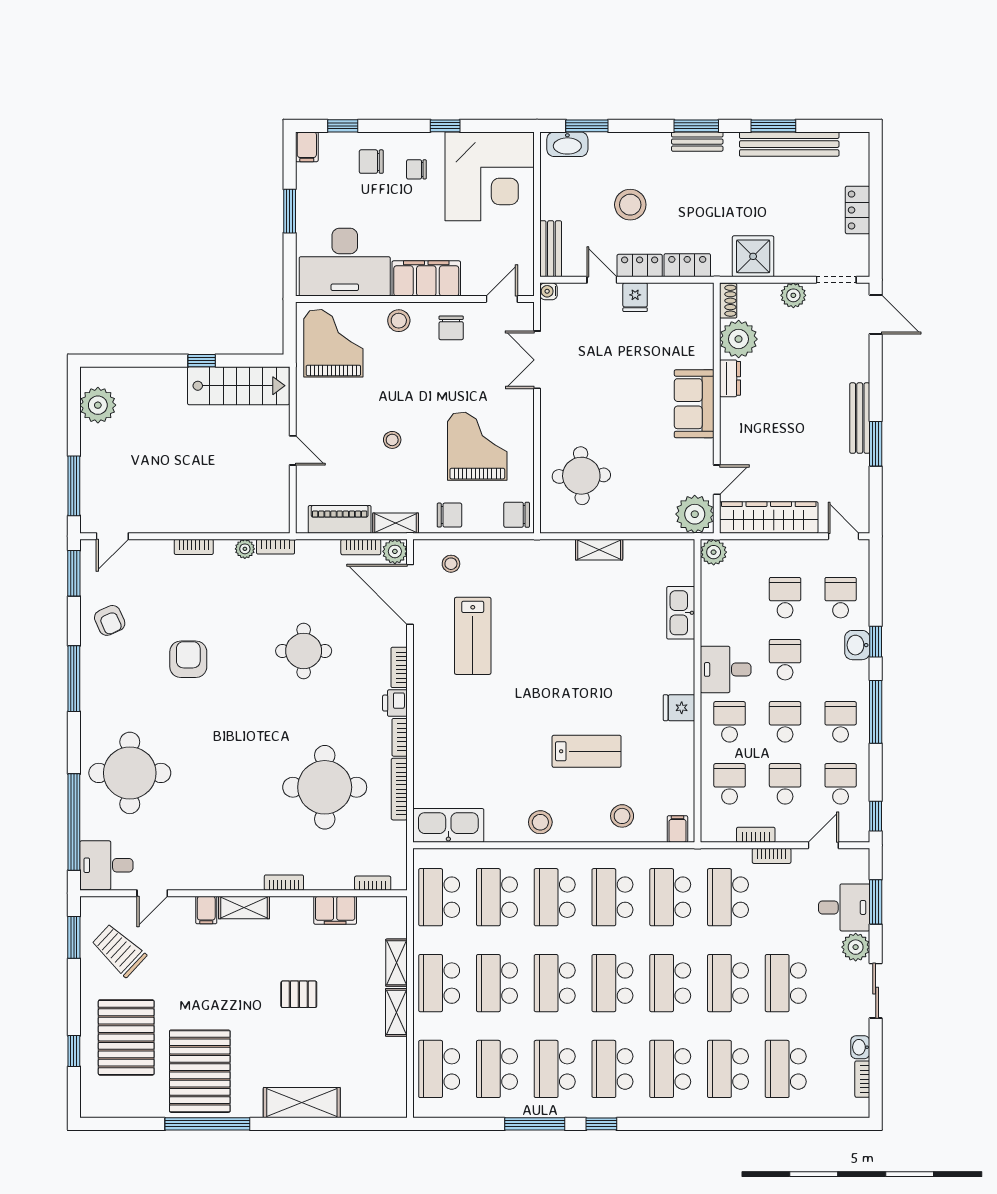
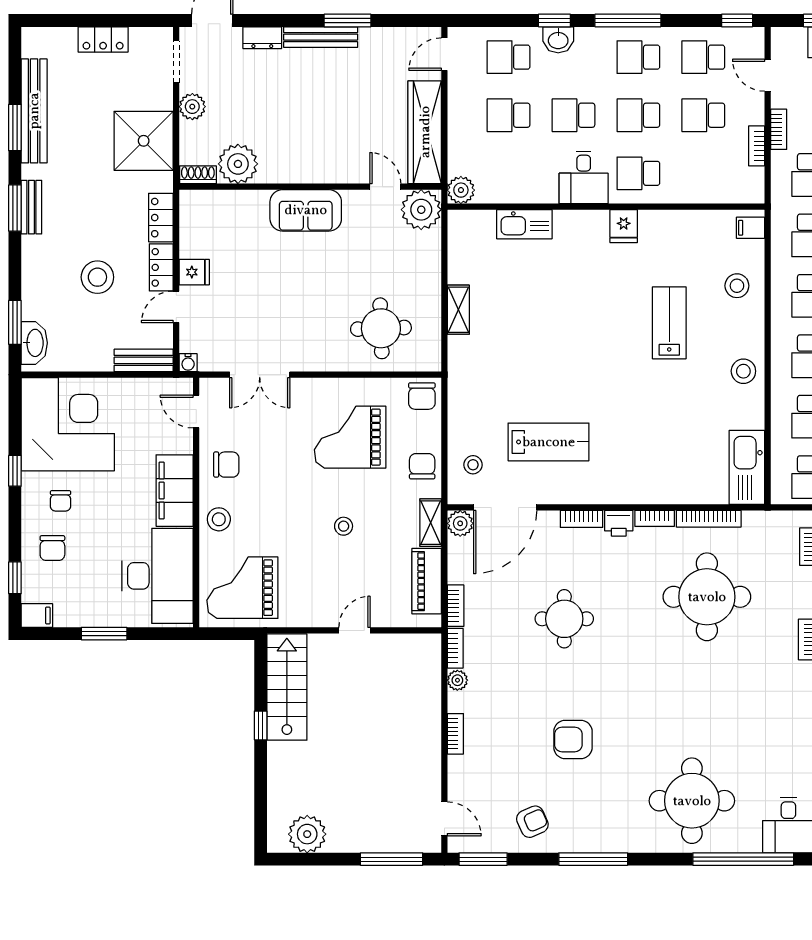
shower: (753, 256) -> (144, 141), width x1.37, depth x1.37
dresser: (730, 378) -> (262, 38), moved, turned 180
bookcase: (361, 547) -> (456, 606), moved
school desk: (730, 784) -> (703, 173), removed

